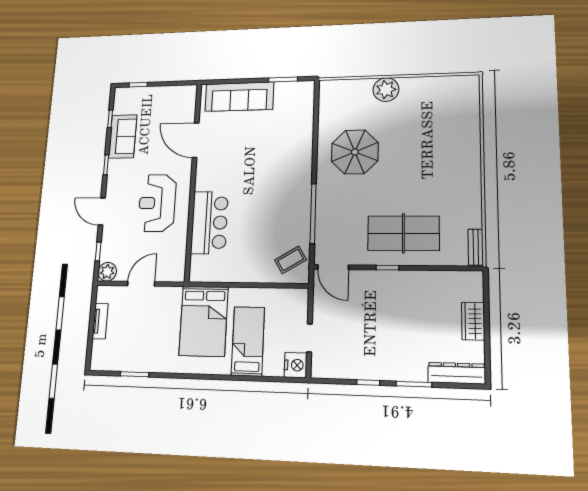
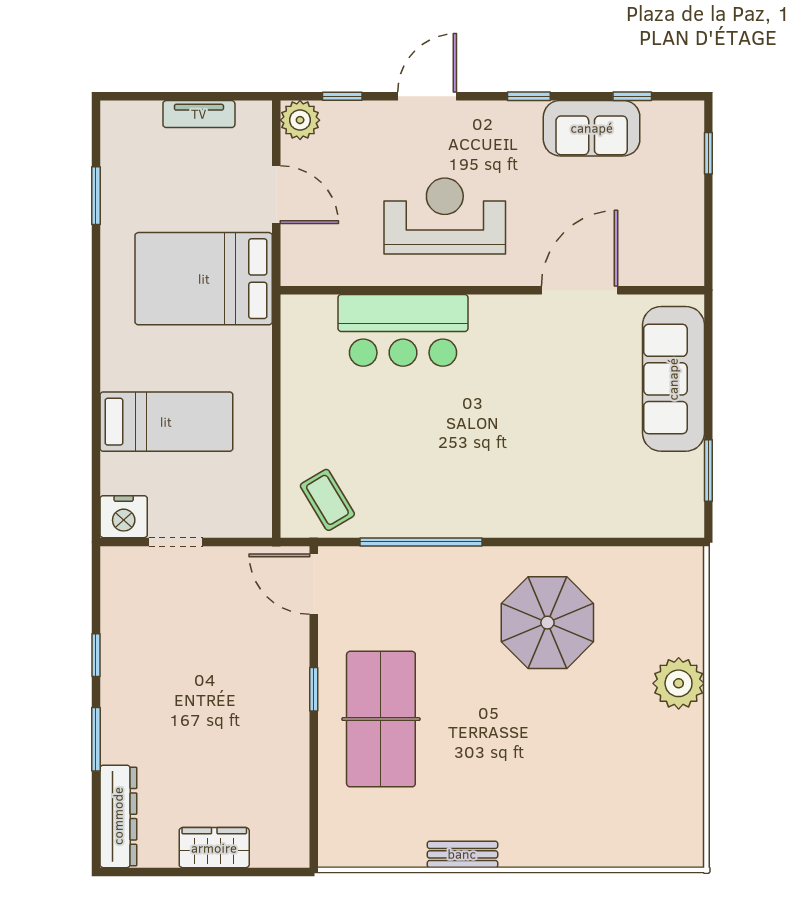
bench: (476, 247) -> (462, 854), moved
door: (333, 267) -> (314, 584), hinge flipped
bed: (204, 321) -> (204, 279), moved

